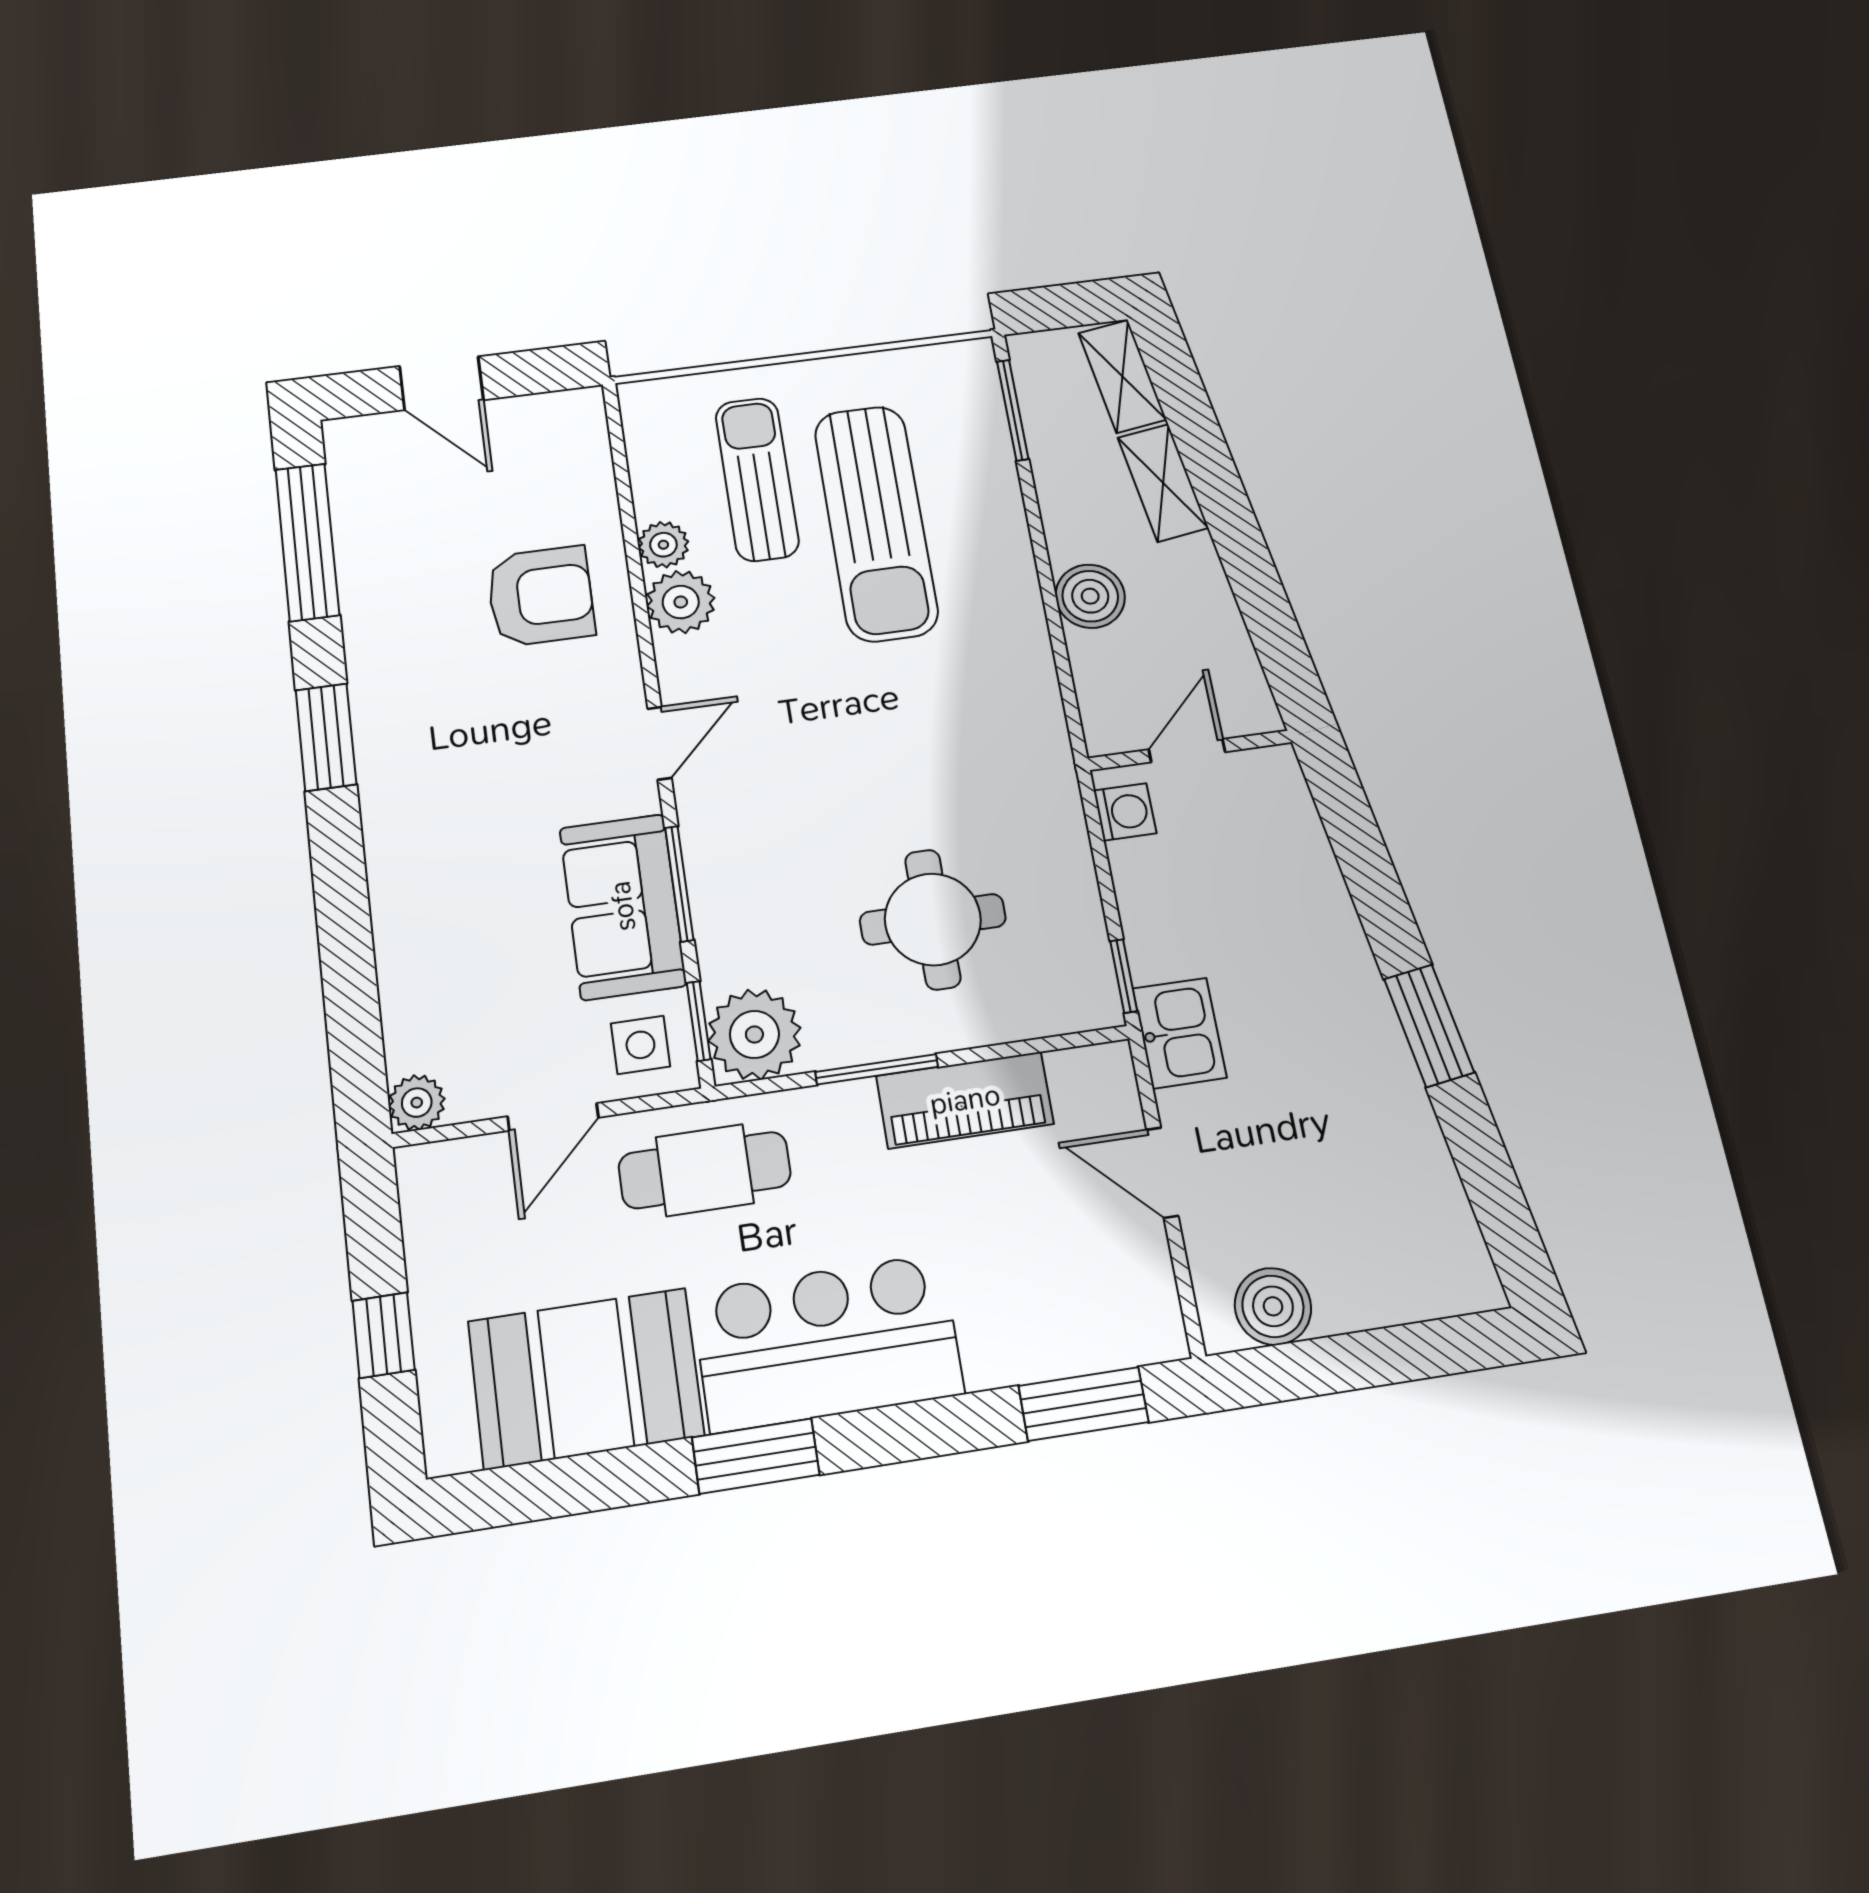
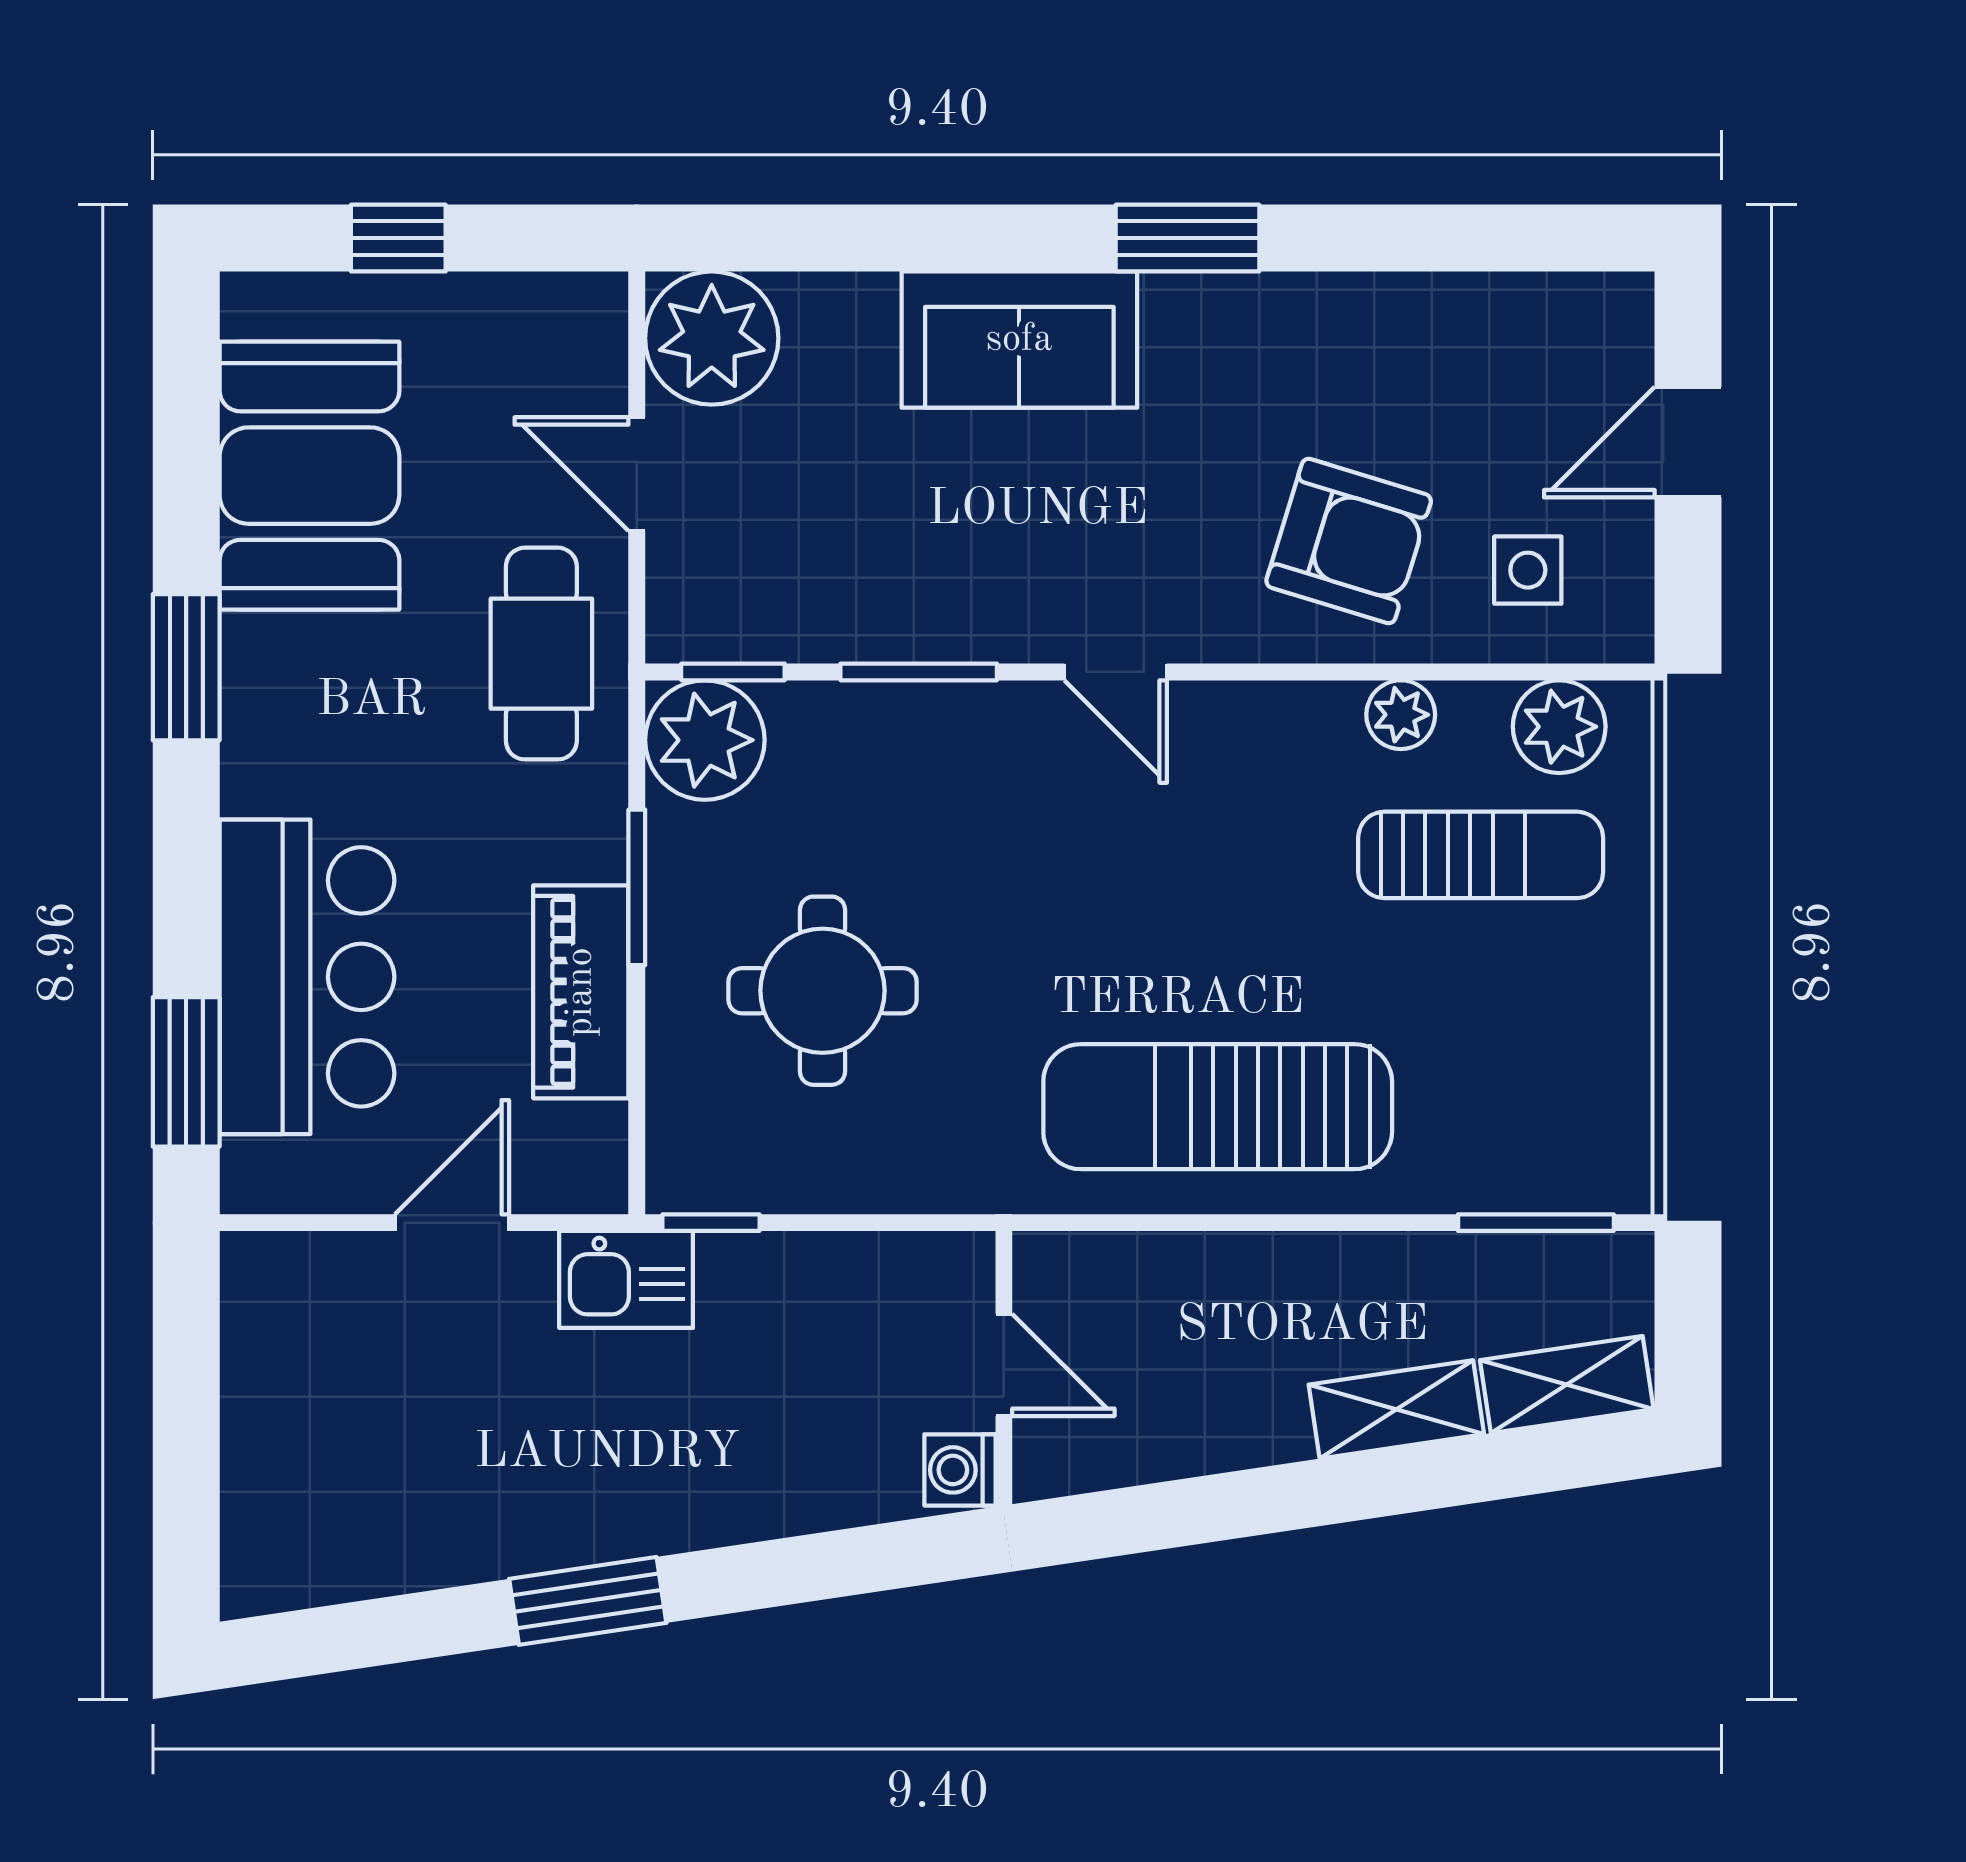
sun lounger: (876, 523) -> (1218, 1107), moved
window: (307, 542) -> (1473, 238), removed
armchair: (541, 596) -> (1349, 541), turned -73
boiler: (1090, 596) -> (1243, 1278), removed
plant: (681, 602) -> (1559, 727), moved
washing machine: (1125, 812) -> (960, 1470), moved, turned 90
sofa: (623, 906) -> (1019, 340), moved, turned 180
side table: (640, 1045) -> (1528, 570), moved
plant: (417, 1103) -> (712, 338), width x1.87, depth x1.87
boiler: (1273, 1306) -> (267, 1327), removed
bar counter: (827, 1343) -> (307, 977), moved

